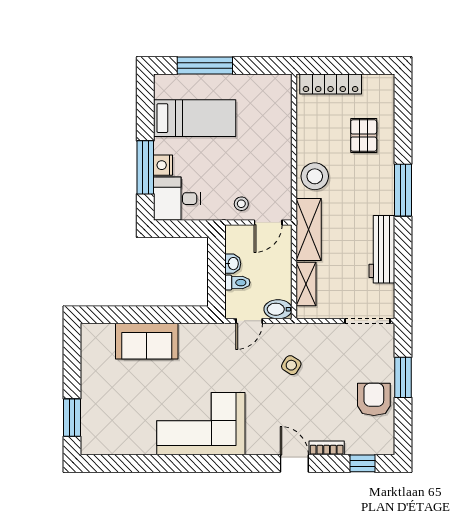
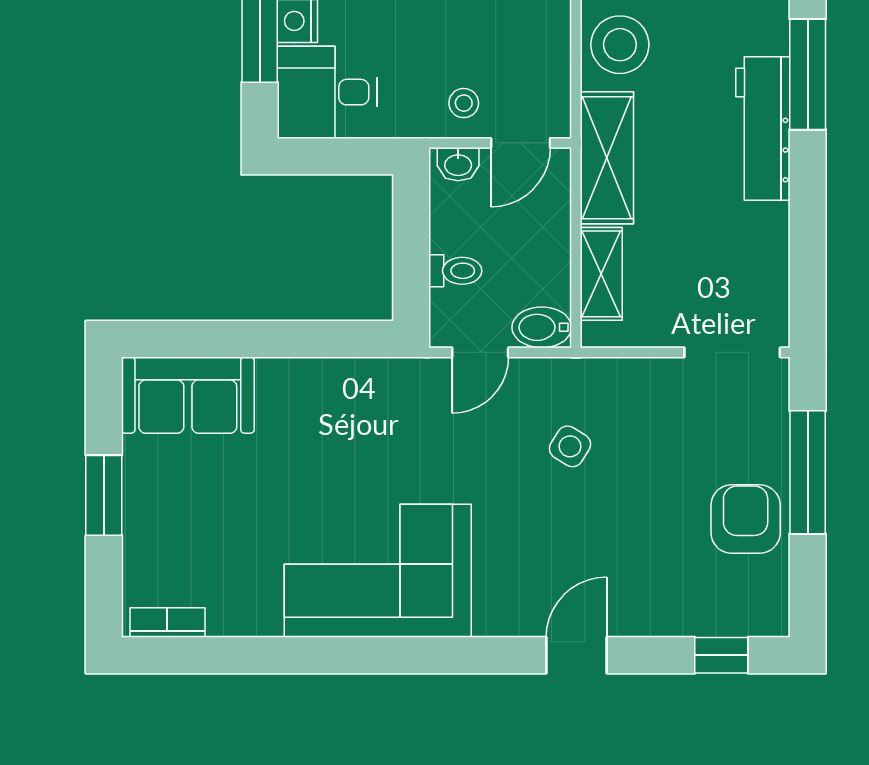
workbench: (382, 249) -> (763, 129), moved
washbasin: (233, 264) -> (458, 164), moved, turned 90
sofa: (147, 341) -> (188, 395), moved
window: (403, 377) -> (808, 472), width x1.44
window: (72, 418) -> (104, 495), moved
bookcase: (327, 448) -> (167, 623), moved
door: (294, 463) -> (576, 655), hinge flipped

